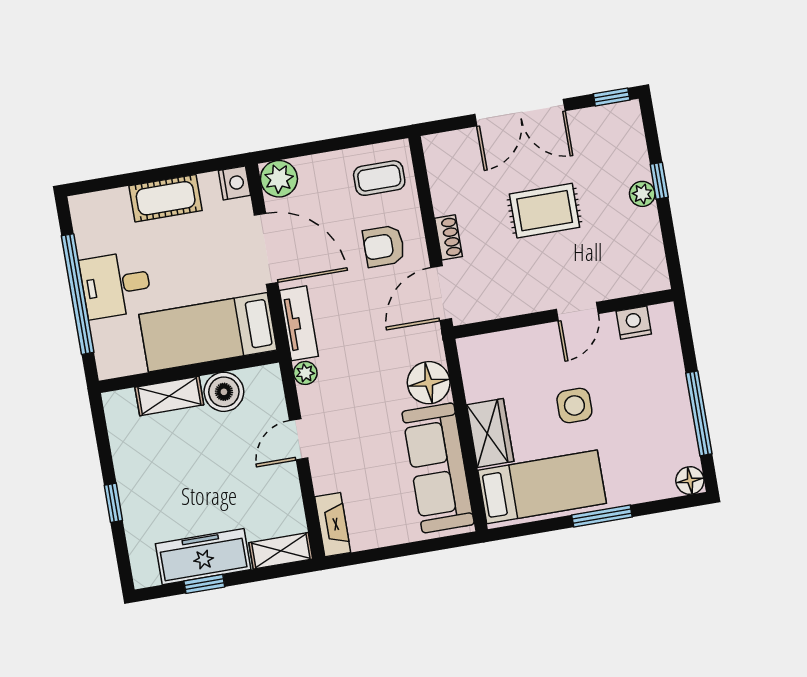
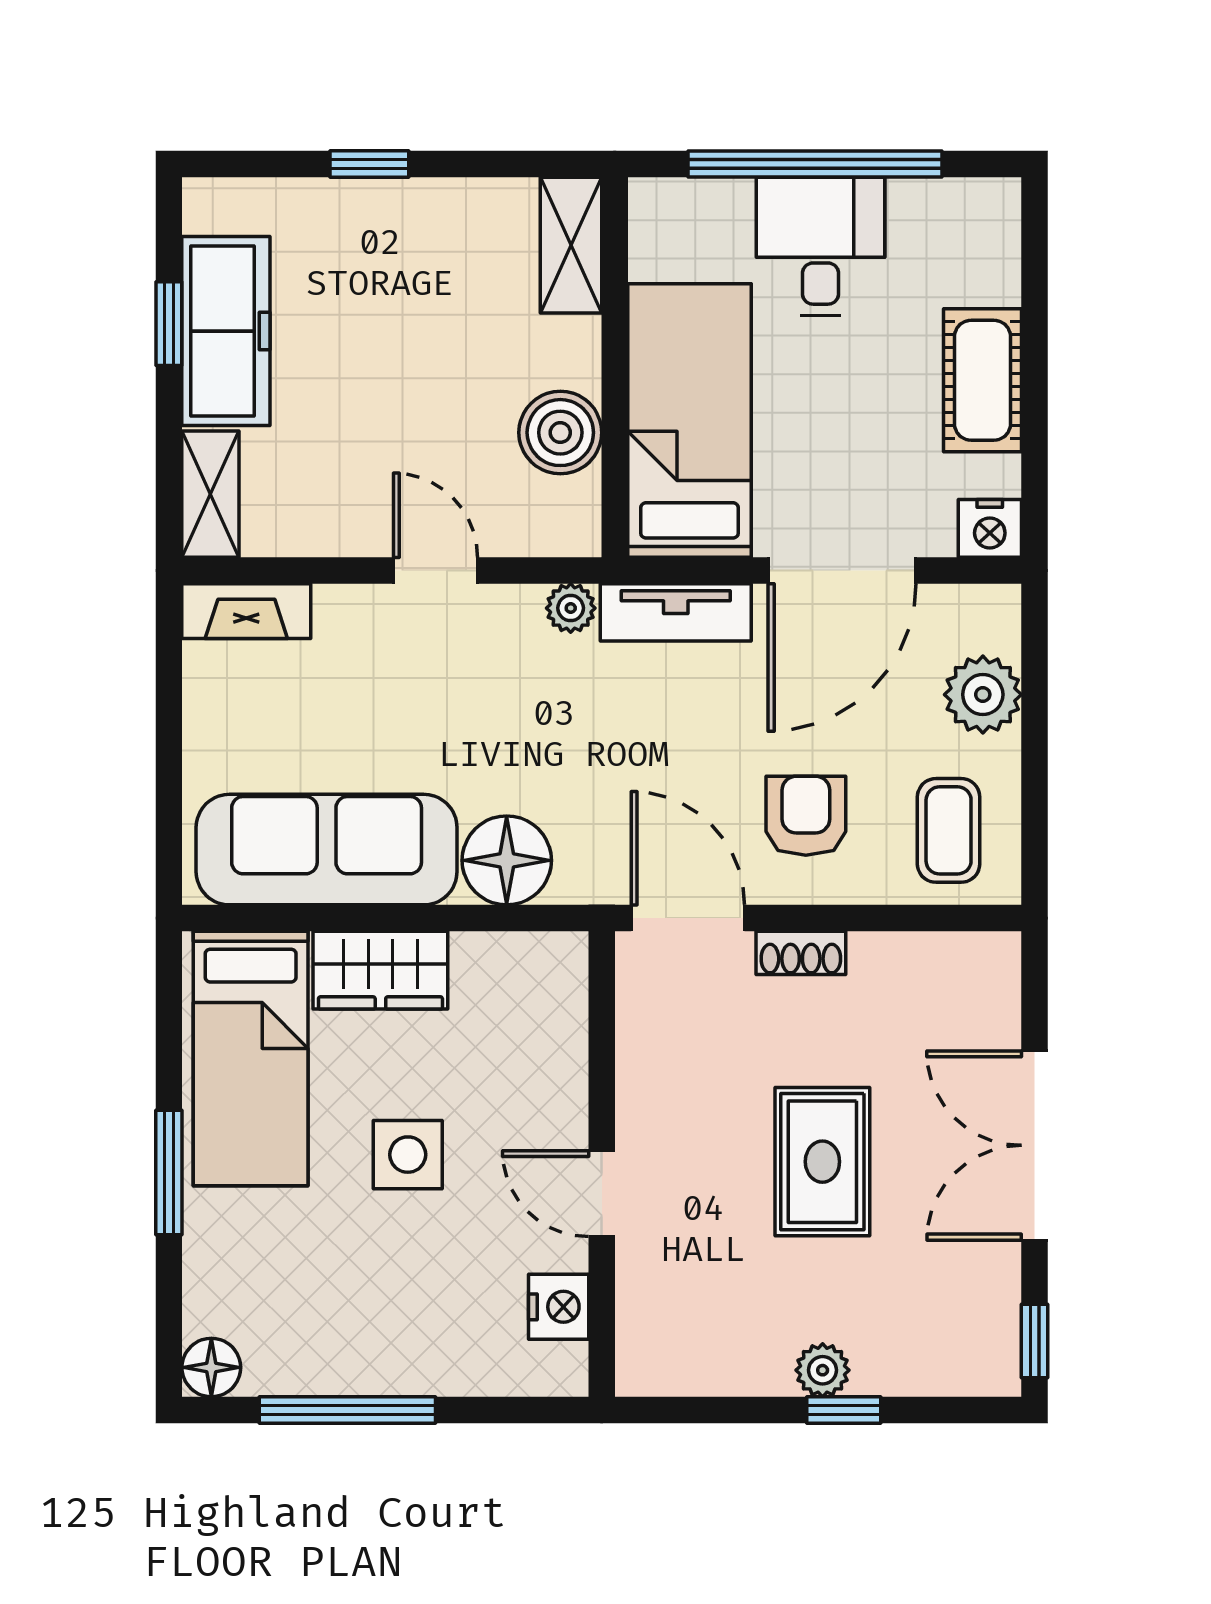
plant: (279, 179) -> (983, 695), moved
shelving: (169, 396) -> (571, 245), moved

